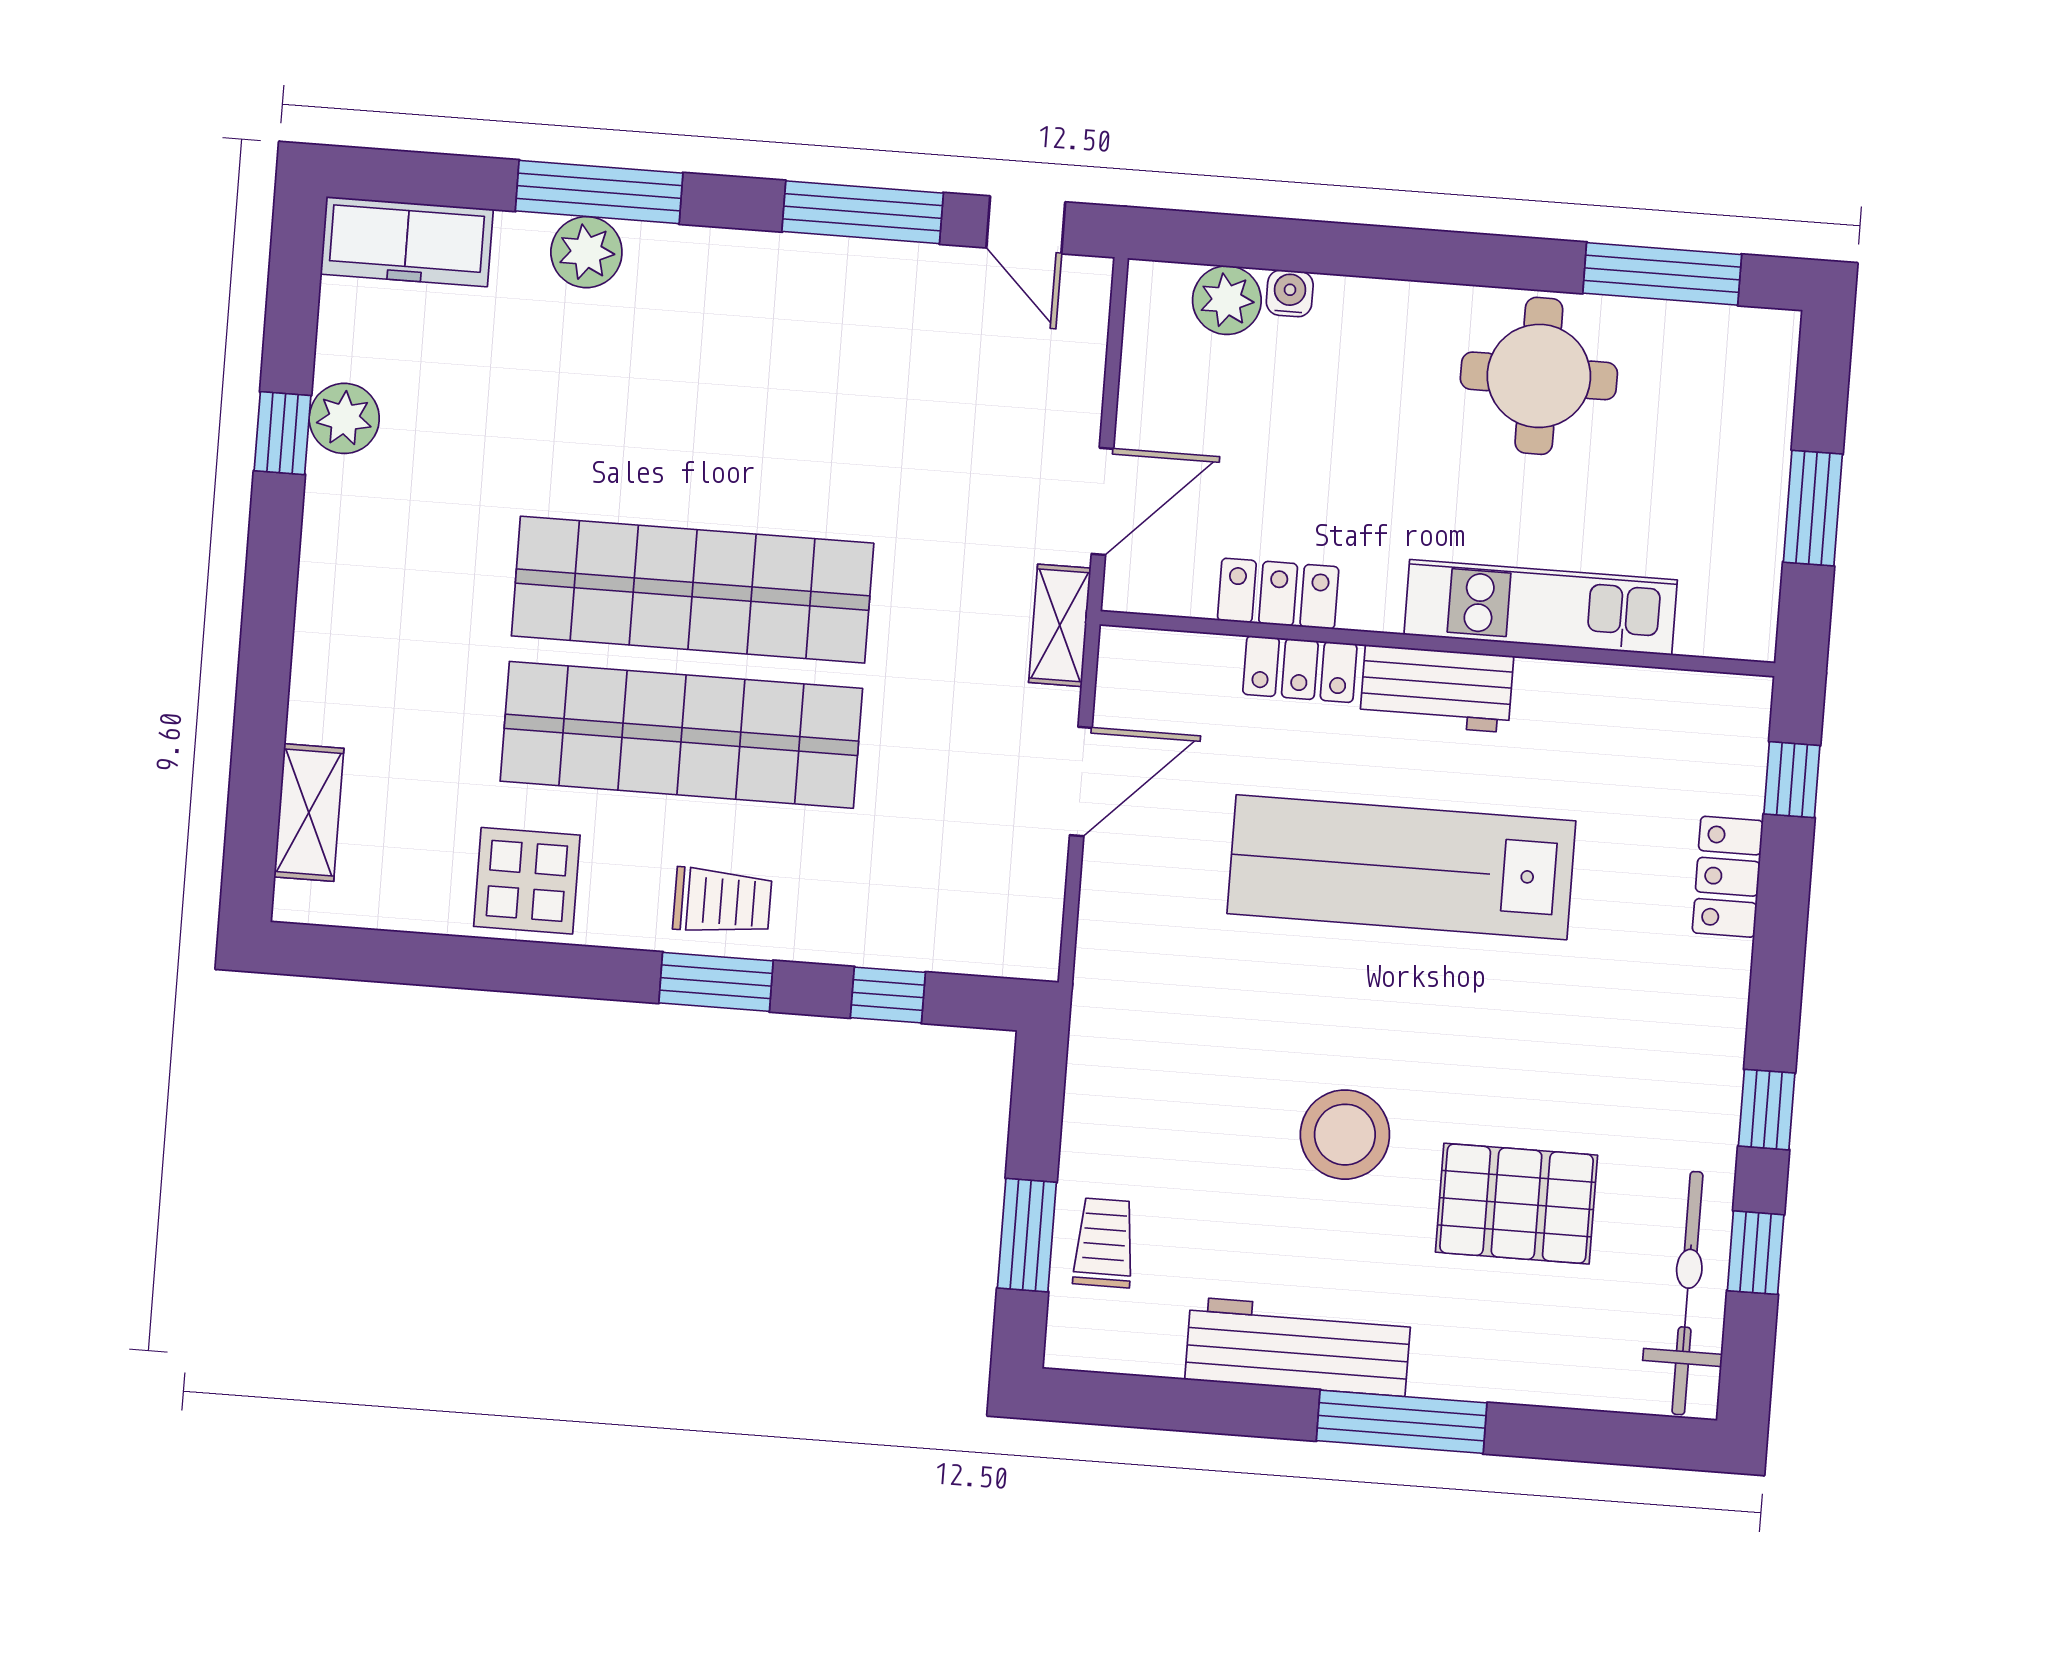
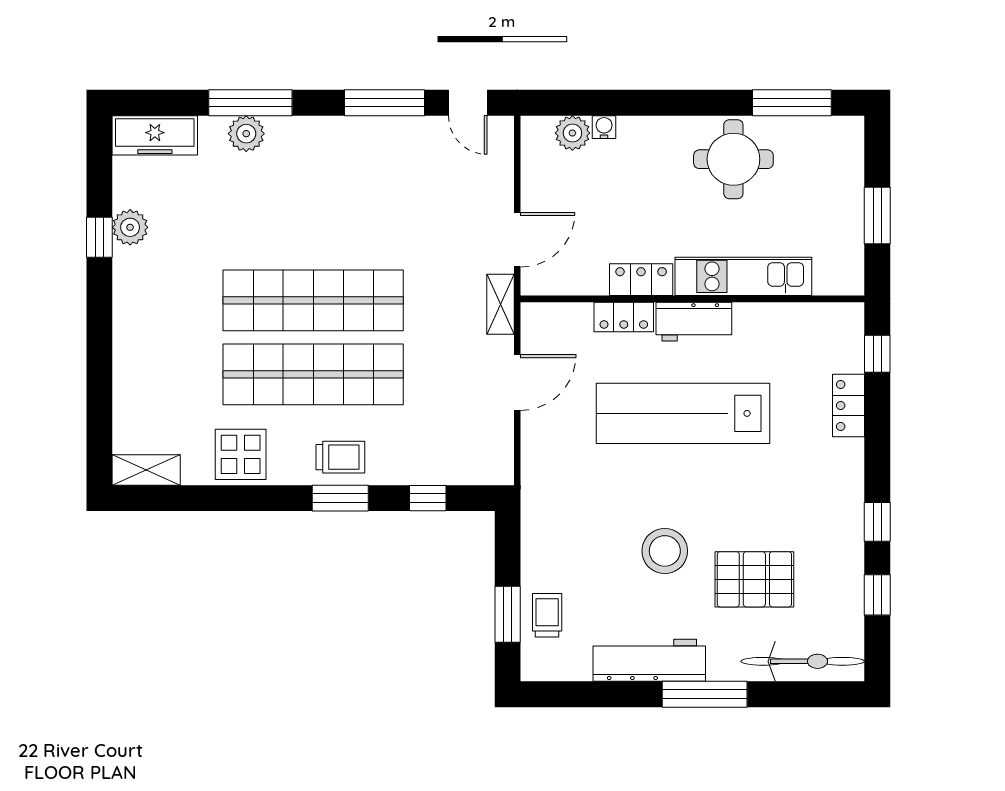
locker: (1278, 594) -> (641, 280), moved
shelving: (309, 813) -> (146, 470), moved, turned 90
bicycle: (1687, 1293) -> (803, 661), moved, turned 90

